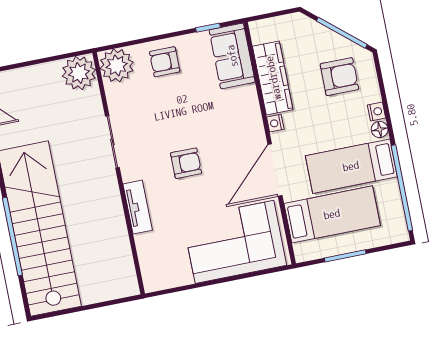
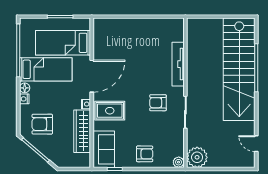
plant: (117, 65) -> (179, 162), width x0.53, depth x0.53
rug: (235, 120) -> (110, 111), added
armchair: (186, 163) -> (158, 103), moved
tv unit: (138, 207) -> (178, 64), width x1.41
corner sofa: (234, 242) -> (124, 38), removed

